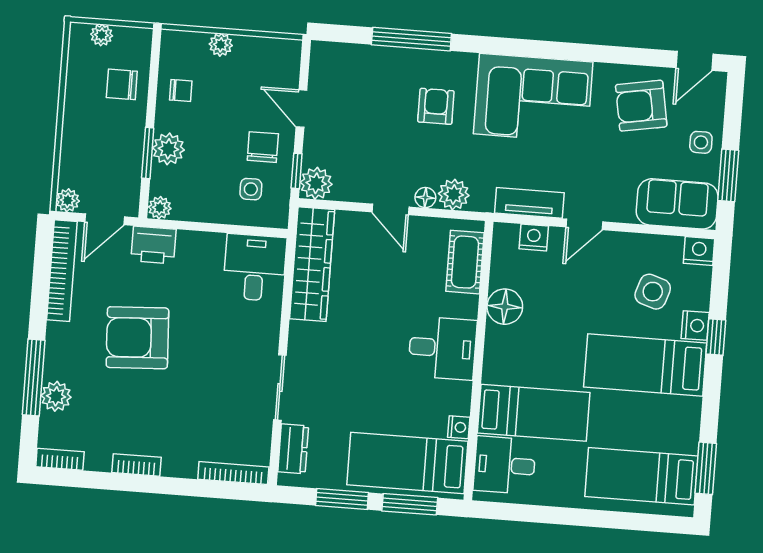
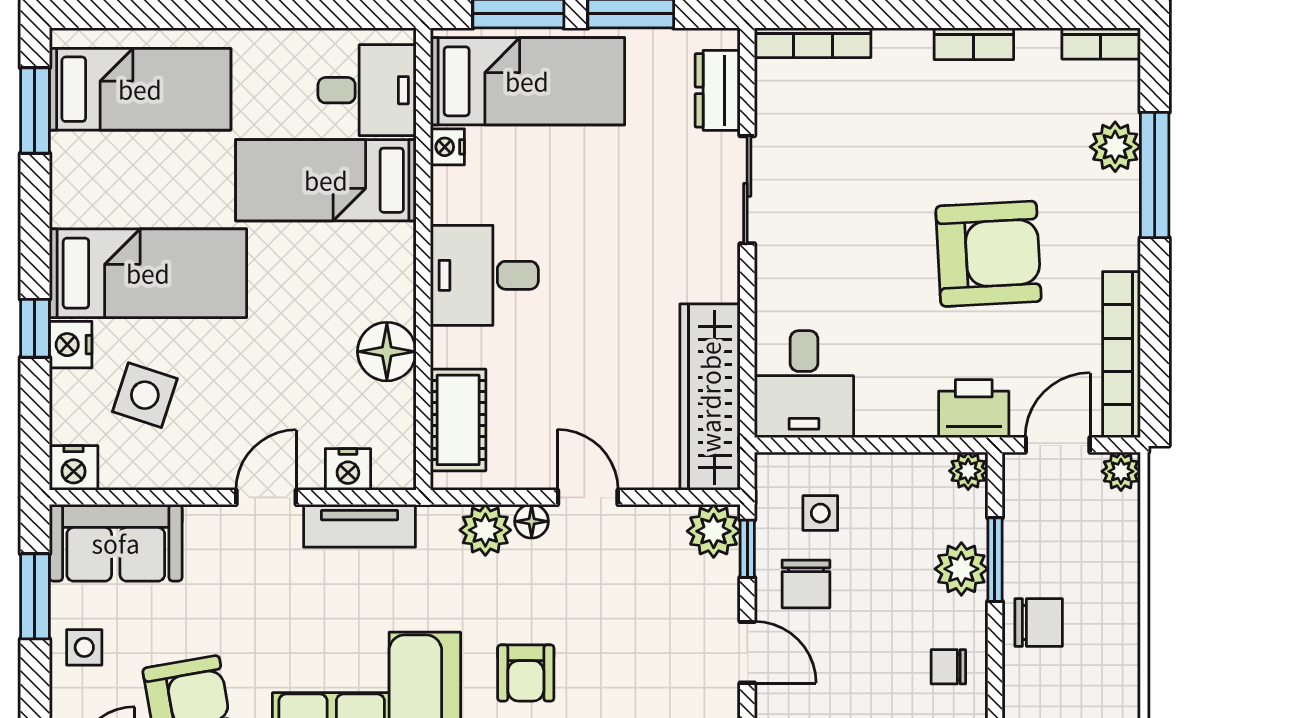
chair: (122, 84) -> (1039, 623), moved

